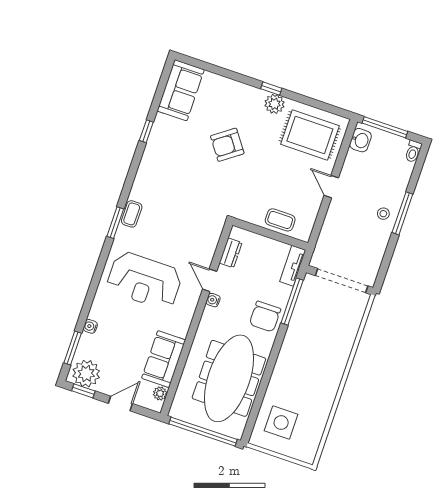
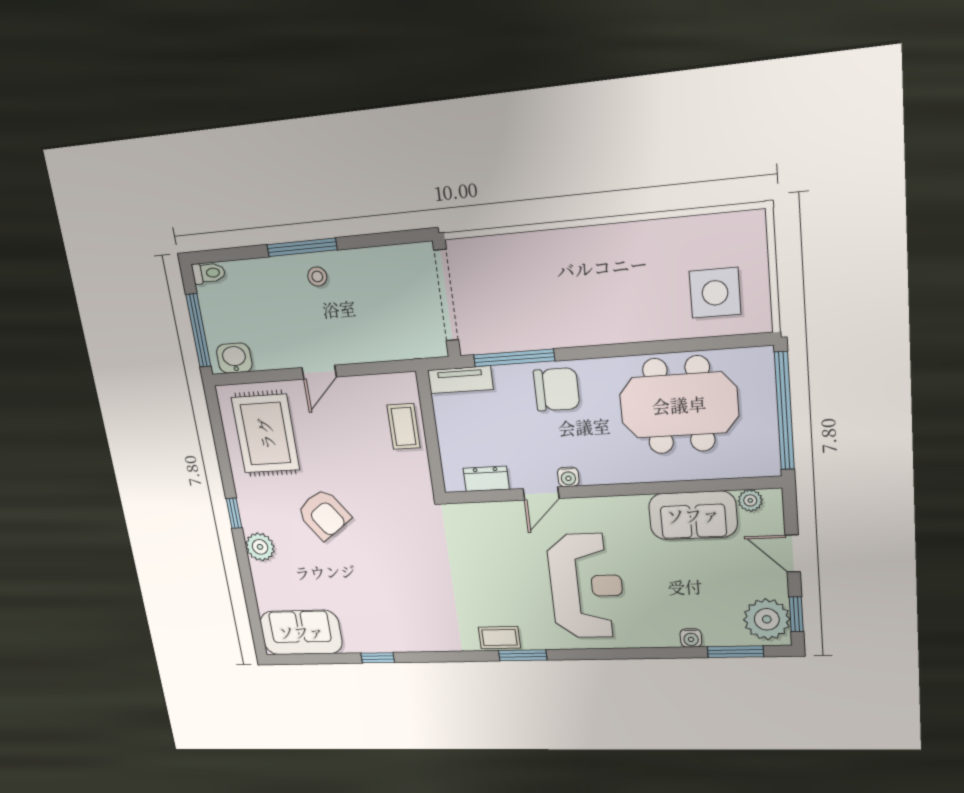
plant: (274, 104) -> (260, 547), moved
armchair: (227, 145) -> (324, 514), moved
meeting table: (229, 378) -> (679, 405), width x0.73

